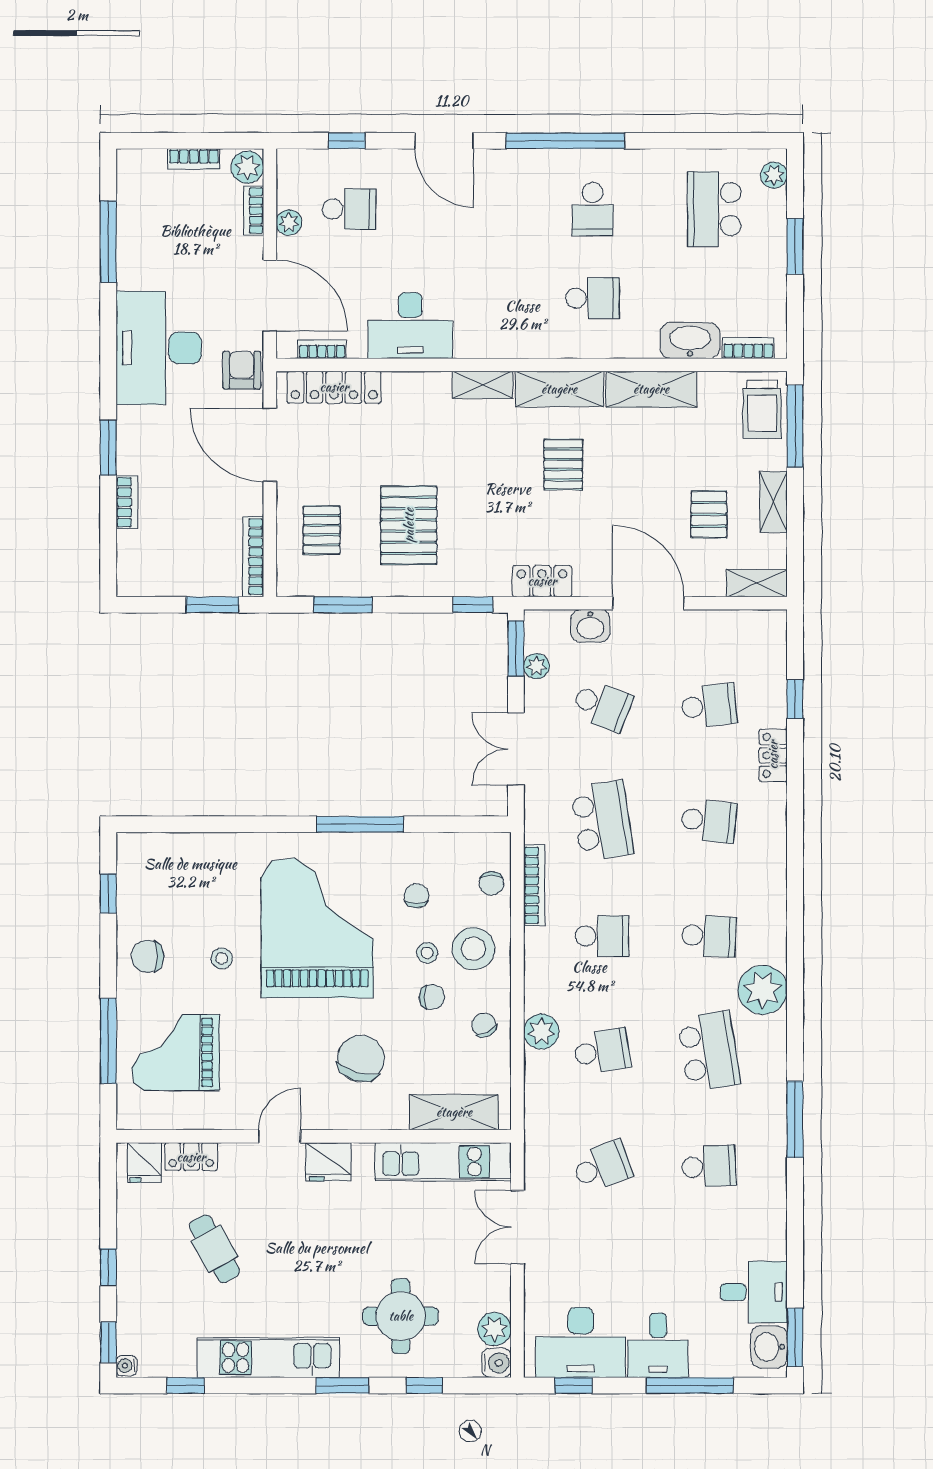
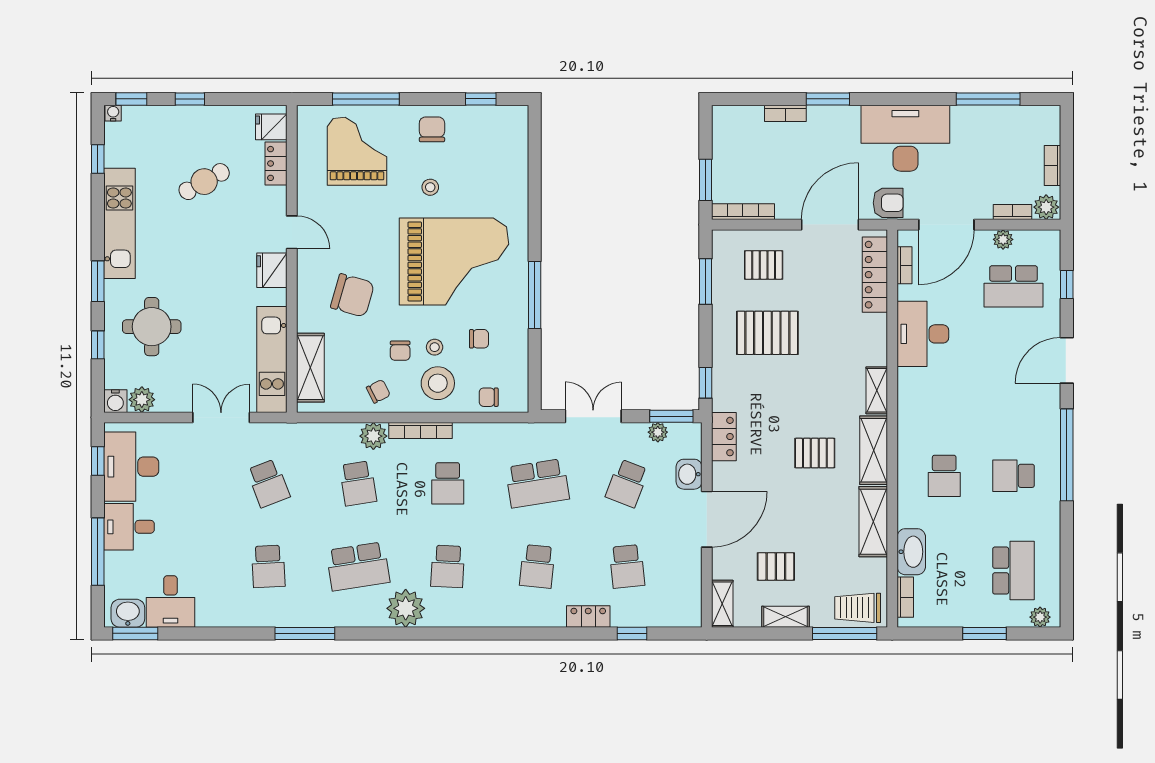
school desk: (349, 209) -> (1013, 286), width x1.85
school desk: (714, 209) -> (1013, 571), turned 90
bookcase: (534, 885) -> (421, 430), moved

